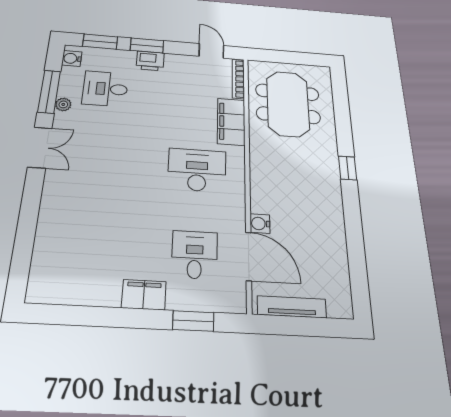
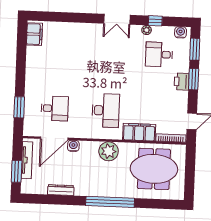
desk: (105, 89) -> (159, 54), turned -90
window: (49, 92) -> (155, 21), width x0.46
plant: (265, 168) -> (109, 151), added
window: (348, 168) -> (110, 202), width x3.17
dresser: (338, 246) -> (61, 190), added
filing cabinet: (144, 295) -> (34, 34), moved
window: (314, 327) -> (17, 171), added

